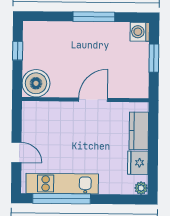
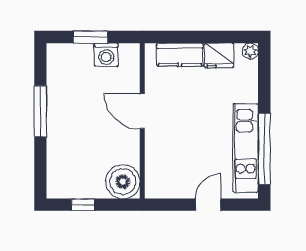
washing machine: (140, 32) -> (106, 55), moved

